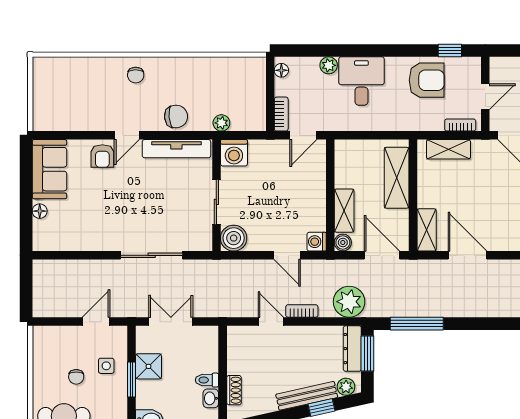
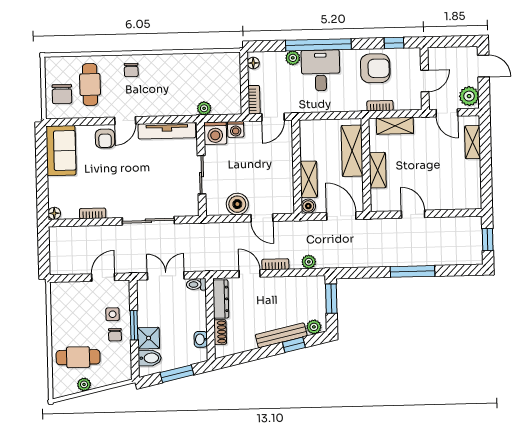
window: (359, 50) -> (318, 45), added
cafe table: (86, 91) -> (90, 84), added
chair: (176, 116) -> (62, 94), moved, turned 95
bookcase: (460, 125) -> (380, 106), moved
floor lamp: (40, 211) -> (54, 213), moved
shelving: (427, 230) -> (378, 170), moved
boiler: (234, 238) -> (237, 204), moved
washing machine: (317, 242) -> (236, 129), moved, turned -90
bookcase: (85, 245) -> (93, 213), added
door: (468, 255) -> (413, 214), width x0.73
plant: (349, 302) -> (309, 262), width x0.53, depth x0.53
window: (417, 324) -> (412, 271), moved
dresser: (352, 349) -> (221, 299), moved, turned 180
shower: (149, 366) -> (149, 338), moved
chair: (76, 377) -> (115, 335), moved
toilet: (207, 380) -> (196, 284), moved

